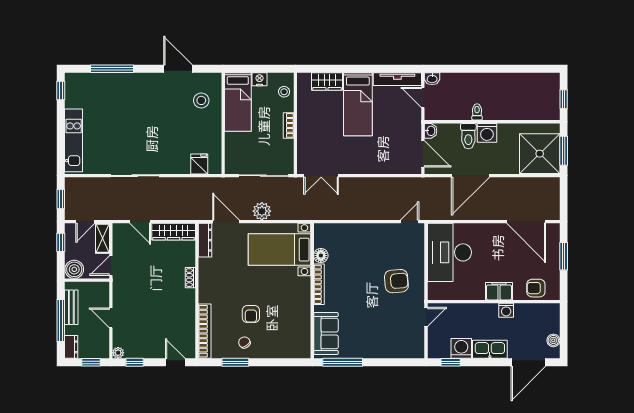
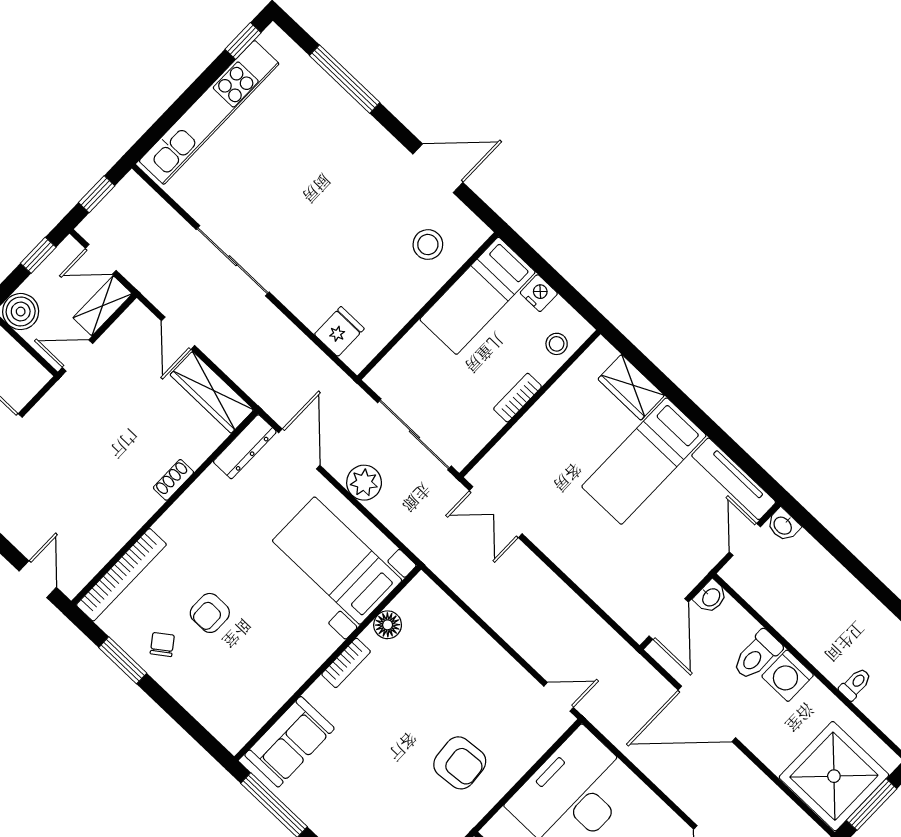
door: (178, 69) -> (438, 168), hinge flipped
toilet: (477, 112) -> (855, 684), moved
kitchen unit: (74, 140) -> (209, 112), width x1.36
bookcase: (319, 284) -> (346, 663), width x0.64

